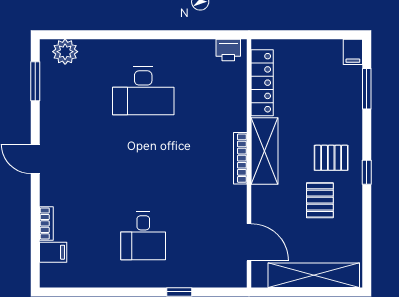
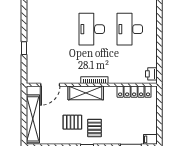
shelving: (265, 151) -> (86, 93), moved
desk: (143, 236) -> (92, 29), moved, width x1.37

